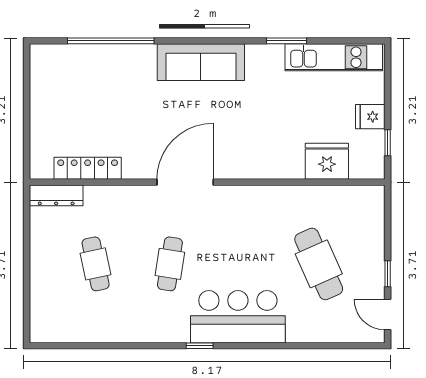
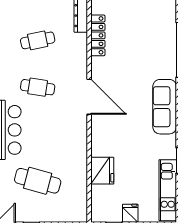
fridge: (327, 161) -> (102, 171), moved
cafe table: (319, 264) -> (38, 181), turned 39

